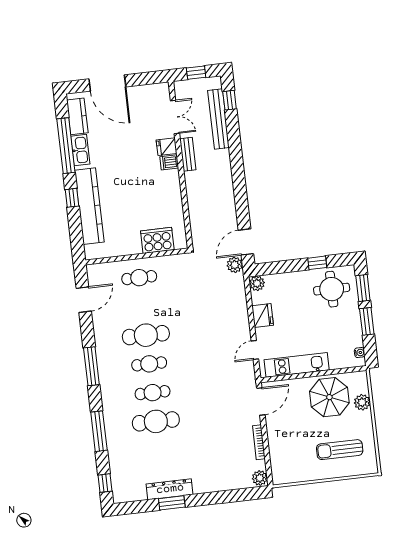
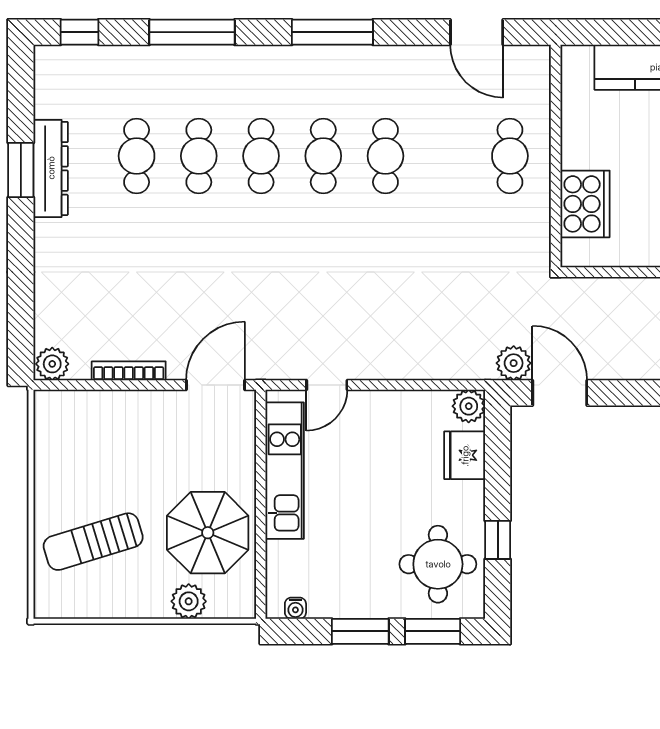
fridge: (263, 316) -> (465, 455), moved, turned 90
cafe table: (146, 335) -> (385, 156), width x0.73, depth x0.74
door: (255, 350) -> (327, 385), swing flipped
door: (261, 401) -> (215, 385), swing flipped
cafe table: (156, 421) -> (199, 156), width x0.73, depth x0.74
cafe table: (159, 450) -> (137, 156), added
sun lounger: (340, 450) -> (93, 542), turned -107

